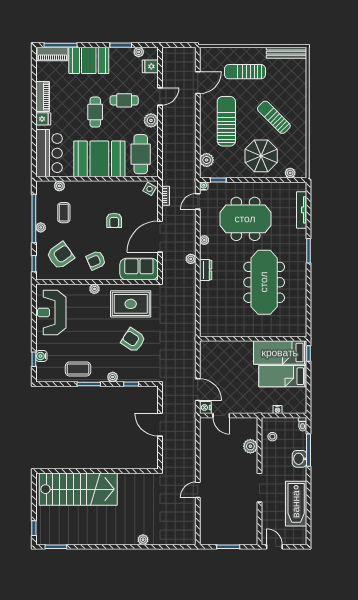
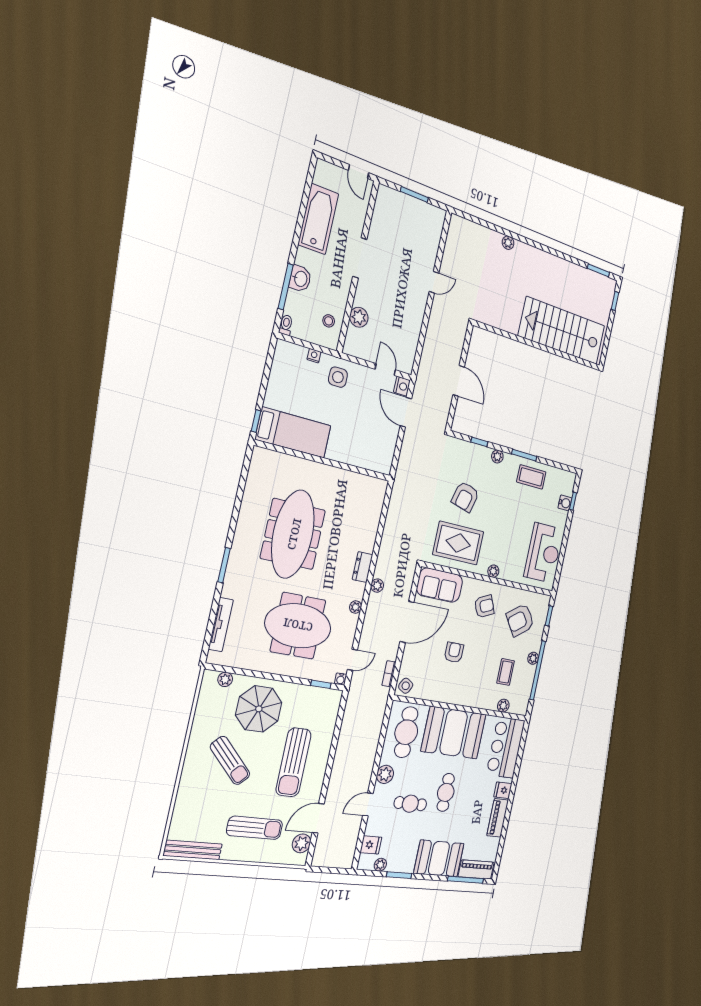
plant: (207, 160) -> (301, 843), moved
armchair: (133, 340) -> (465, 497), turned 72
bed: (283, 376) -> (297, 399), removed
side table: (256, 400) -> (338, 377), added

